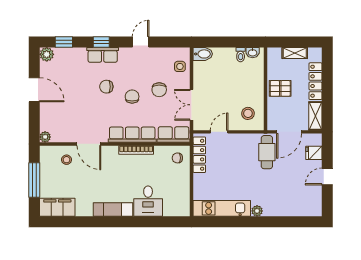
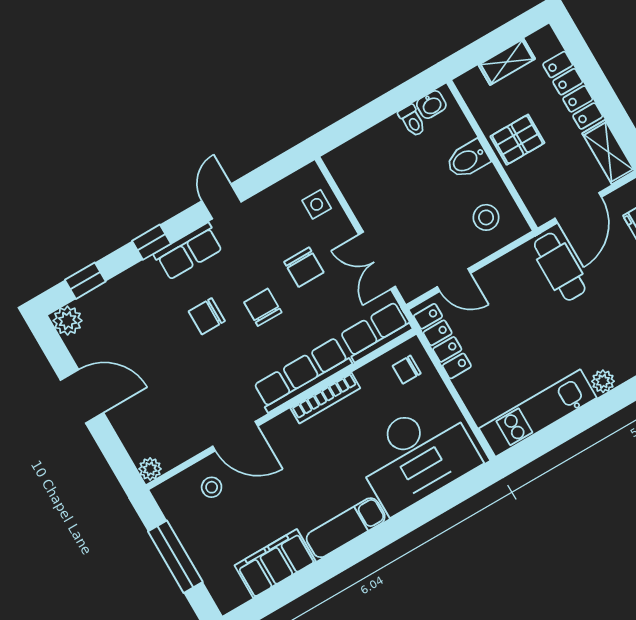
bidet: (203, 54) -> (468, 159), moved, turned 180
row of seats: (103, 55) -> (188, 251), moved
door: (219, 132) -> (454, 280), swing flipped
desk: (148, 201) -> (417, 455), width x1.87, depth x1.30
filing cabinet: (57, 207) -> (275, 563), moved

